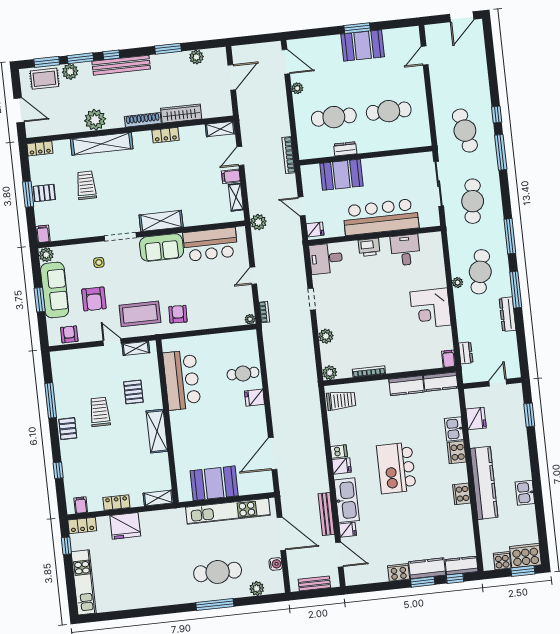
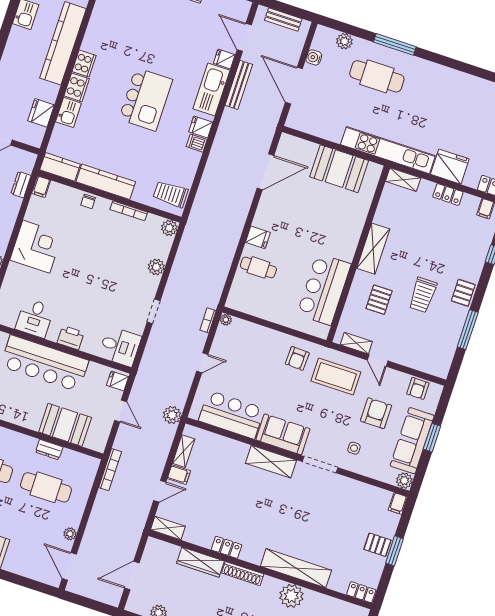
trolley: (86, 185) -> (331, 533), removed
chair: (405, 364) -> (88, 201), added
kitchen counter: (407, 386) -> (106, 182), width x1.50
cooker: (462, 494) -> (84, 64), moved
kitchen unit: (228, 511) -> (388, 150), moved

